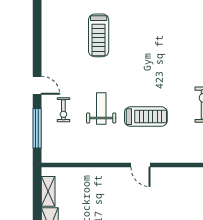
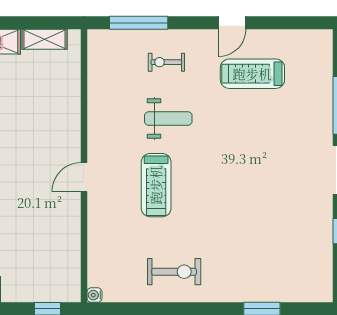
treadmill: (99, 35) -> (252, 74), moved
door: (37, 85) -> (232, 23), moved

